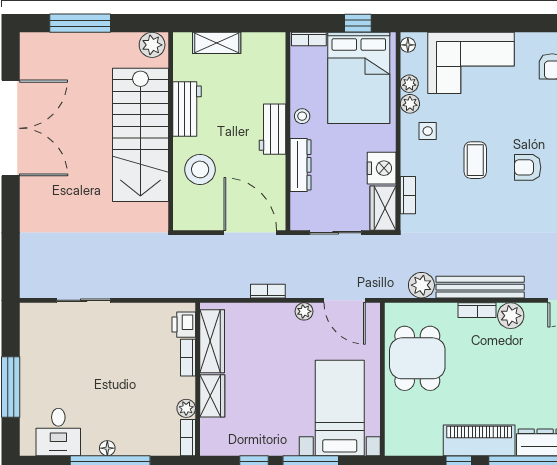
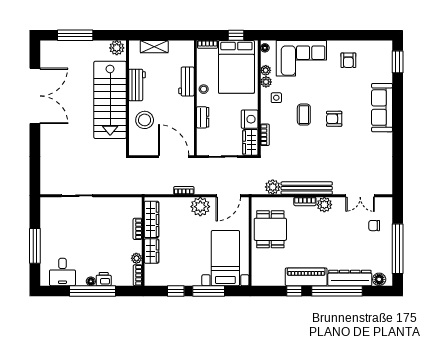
workbench: (272, 129) -> (186, 82), moved
dresser: (300, 165) -> (203, 117), width x0.70
door: (345, 300) -> (228, 196), hinge flipped
plant: (304, 311) -> (200, 207), width x1.88, depth x1.88
printer: (184, 325) -> (104, 279), moved, turned 90

